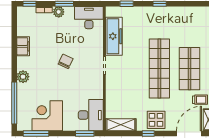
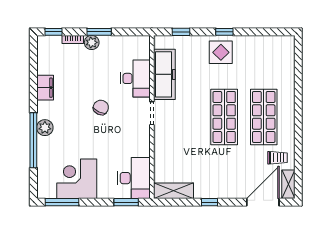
desk: (89, 18) -> (135, 78), moved, turned 90
shop shelf: (159, 69) -> (224, 117), width x0.71
window: (14, 103) -> (33, 140), moved
display table: (156, 120) -> (221, 52), moved

